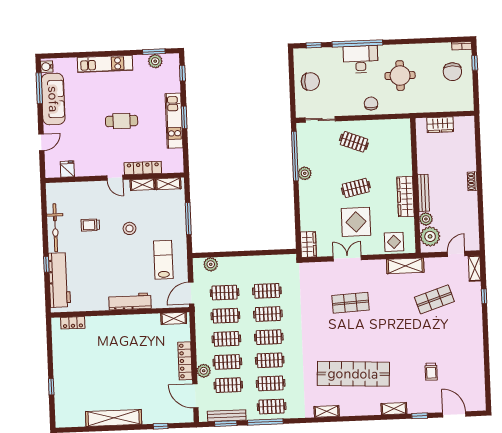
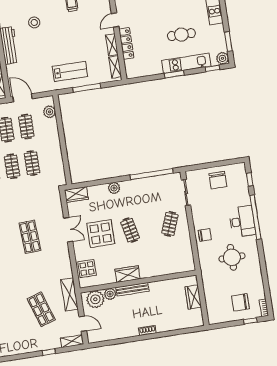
plant: (155, 61) -> (222, 58), moved
cafe table: (122, 121) -> (181, 35), moved, turned 90
kitchen unit: (174, 121) -> (186, 63), moved
plant: (305, 173) -> (114, 188), moved
wardrobe: (406, 197) -> (127, 274), width x0.67
stool: (129, 228) -> (34, 22), moved
lab bench: (163, 260) -> (70, 71), moved
shelving: (405, 266) -> (69, 294), moved

